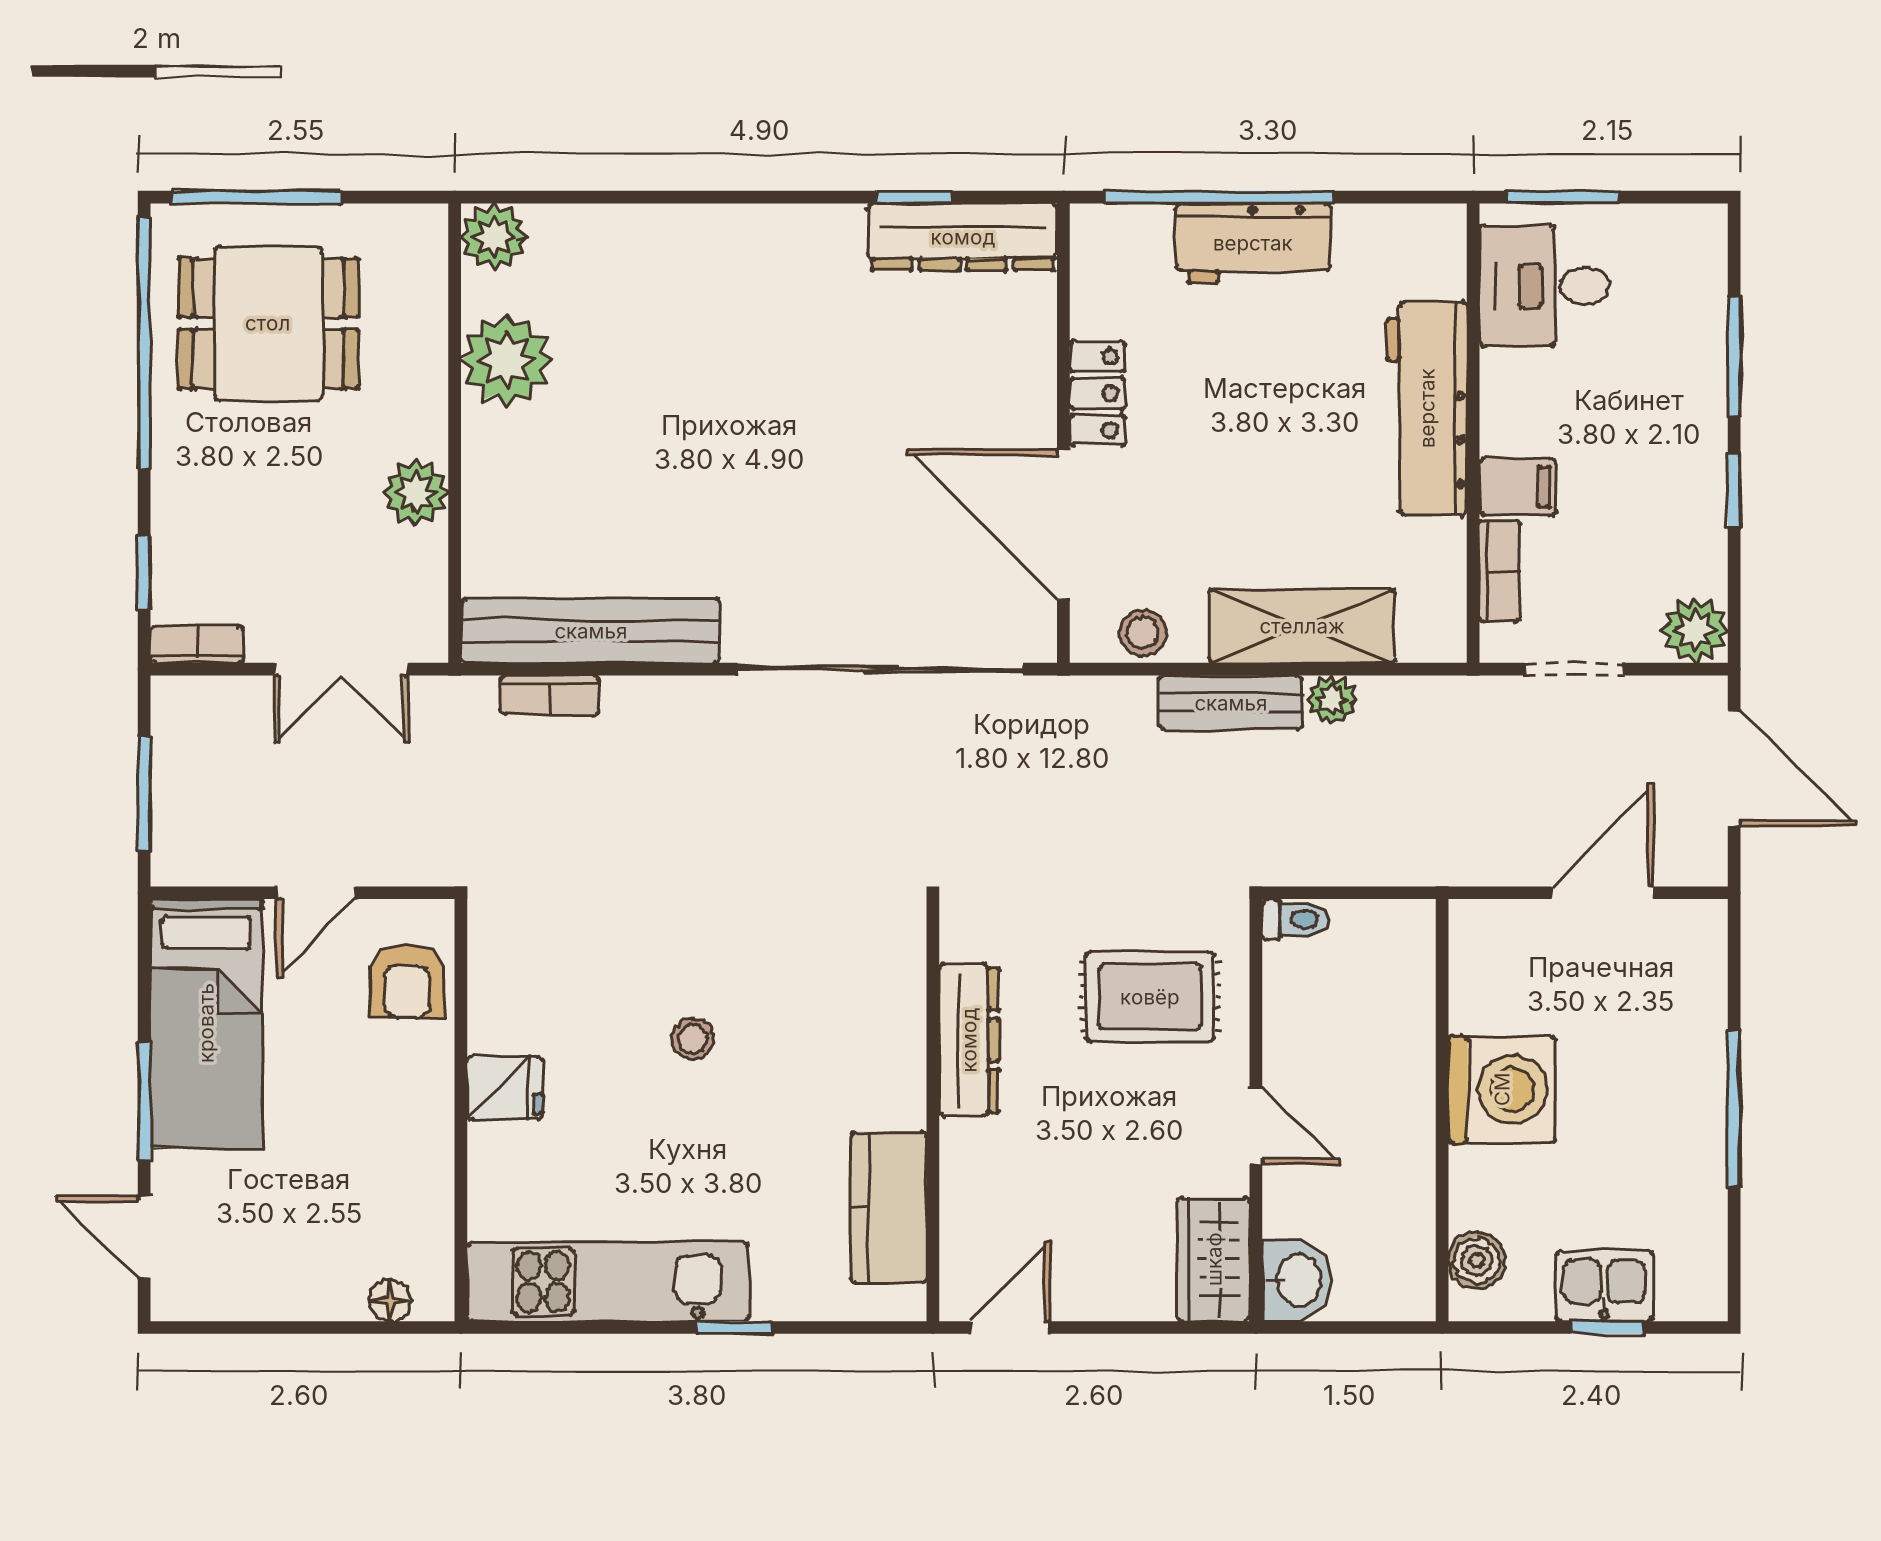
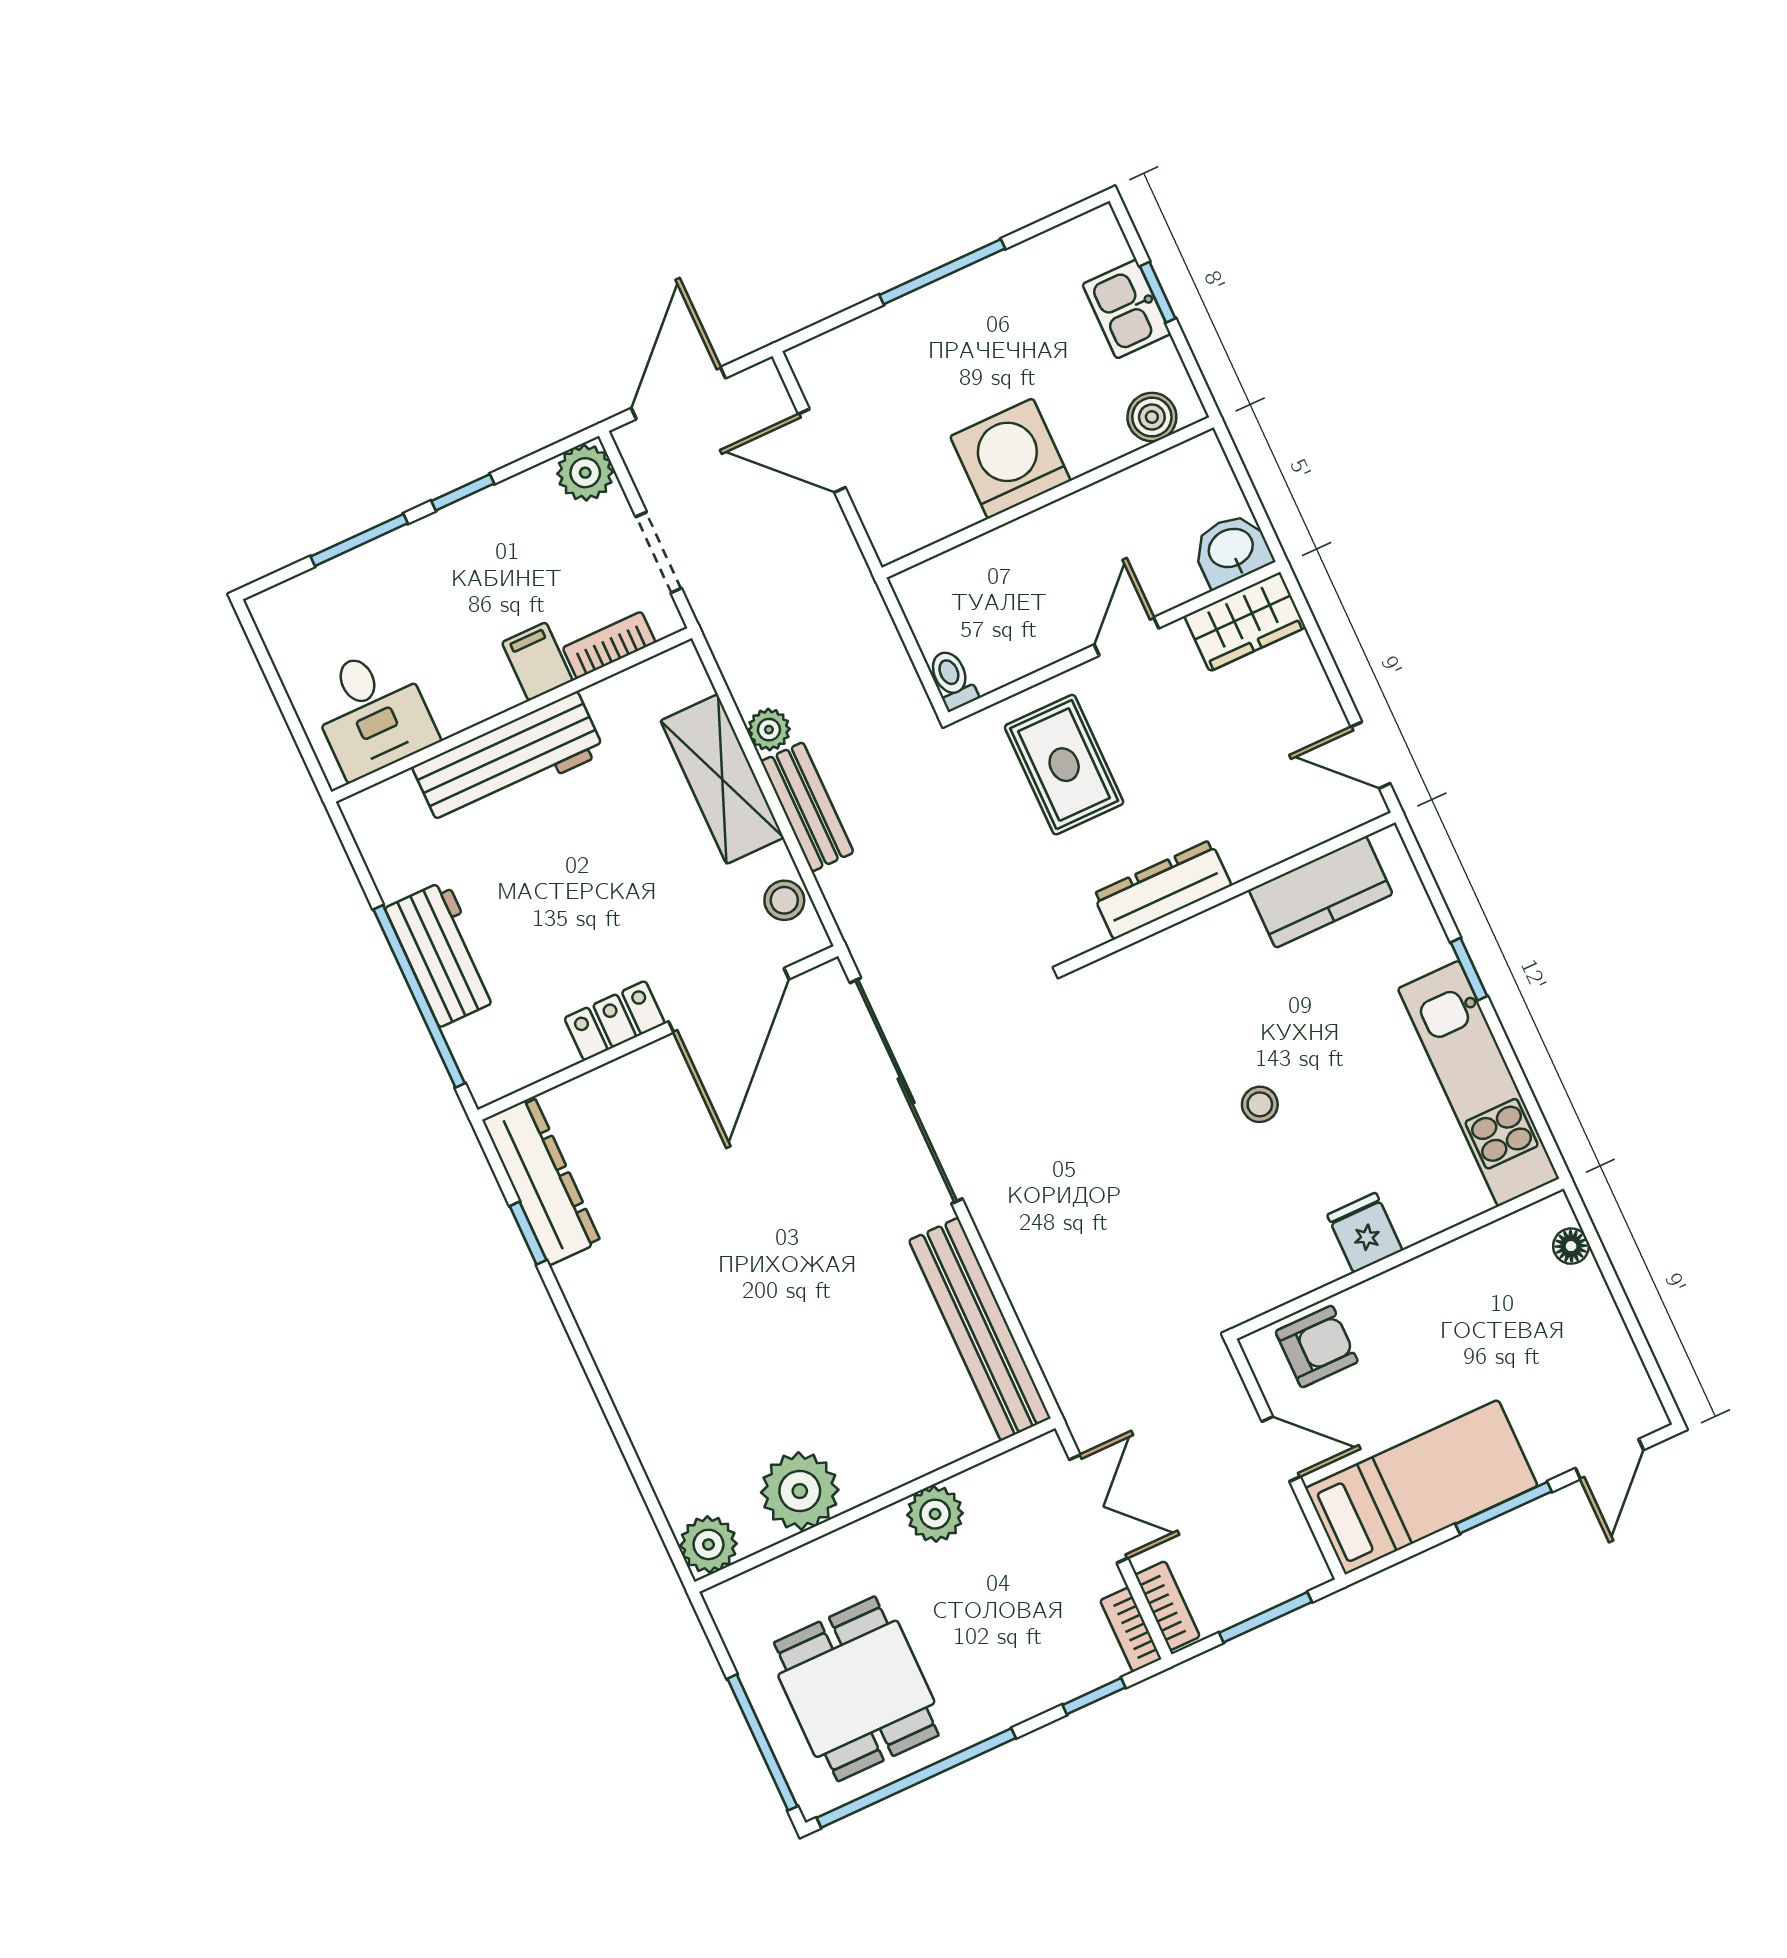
window: (1563, 197) -> (297, 730), removed
bookcase: (550, 695) -> (1167, 1606), moved

